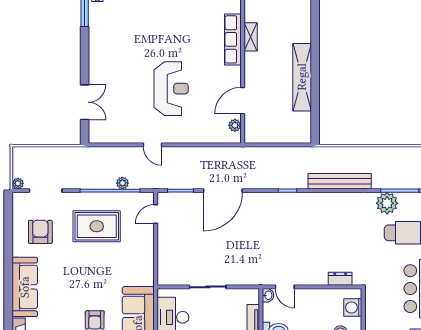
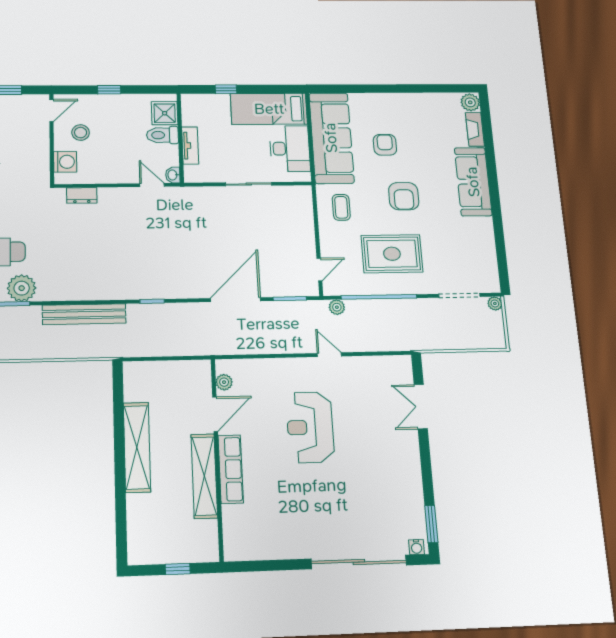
shelving: (251, 37) -> (204, 476), width x2.20, depth x1.33
row of seats: (233, 39) -> (231, 469), moved
plant: (122, 183) -> (337, 307), moved
armchair: (40, 232) -> (404, 196), moved
coffee table: (135, 266) -> (341, 207), added

